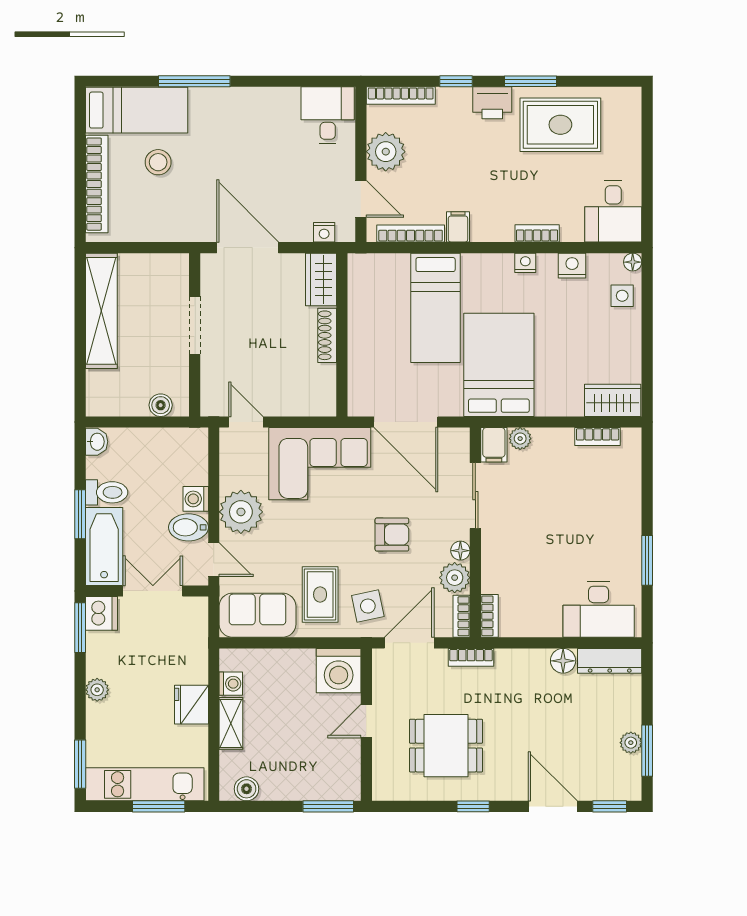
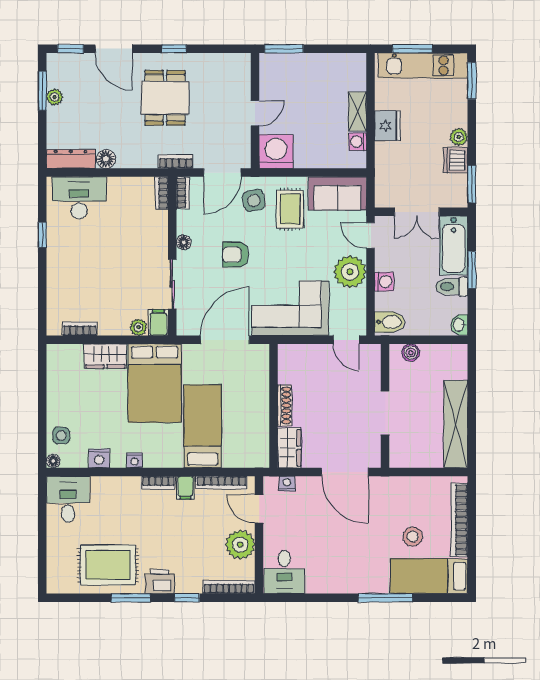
bookcase: (537, 233) -> (159, 483), moved
wardrobe: (613, 400) -> (105, 356), moved
door: (406, 422) -> (225, 340), hinge flipped
bidet: (188, 527) -> (390, 322), moved
window: (647, 560) -> (42, 235), width x0.67
plant: (455, 578) -> (188, 222), removed
dishwasher: (101, 613) -> (456, 160), moved
dining table: (446, 746) -> (165, 98), moved, turned 90
boiler: (247, 789) -> (346, 62), removed

